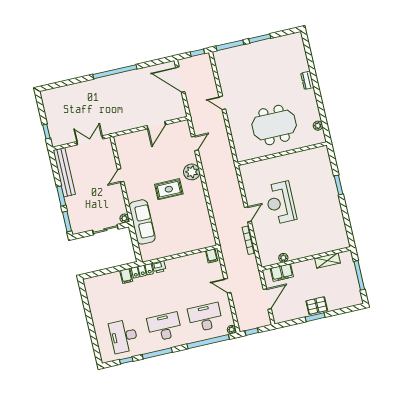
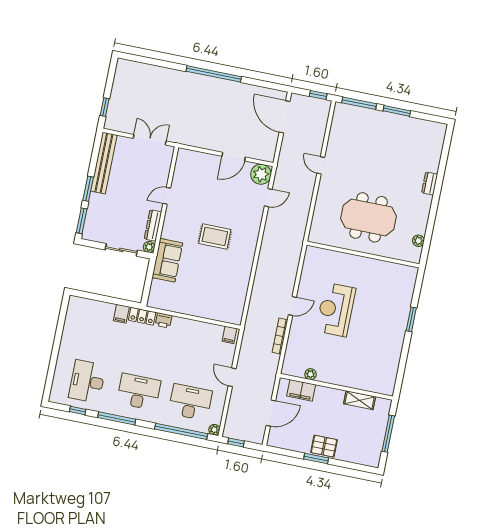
plant: (192, 172) -> (261, 174), moved
dresser: (120, 201) -> (153, 225), added
sofa: (142, 222) -> (167, 260), width x0.73

